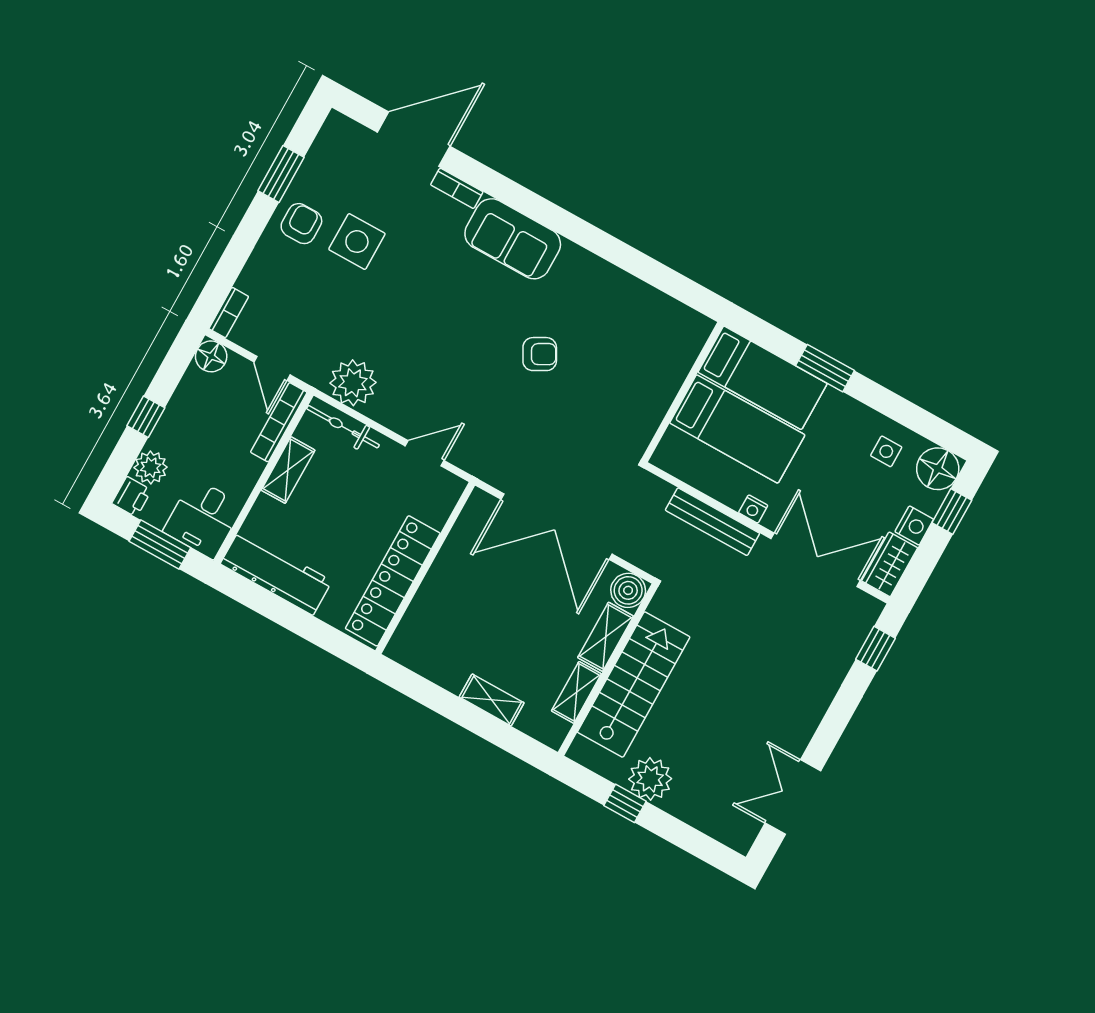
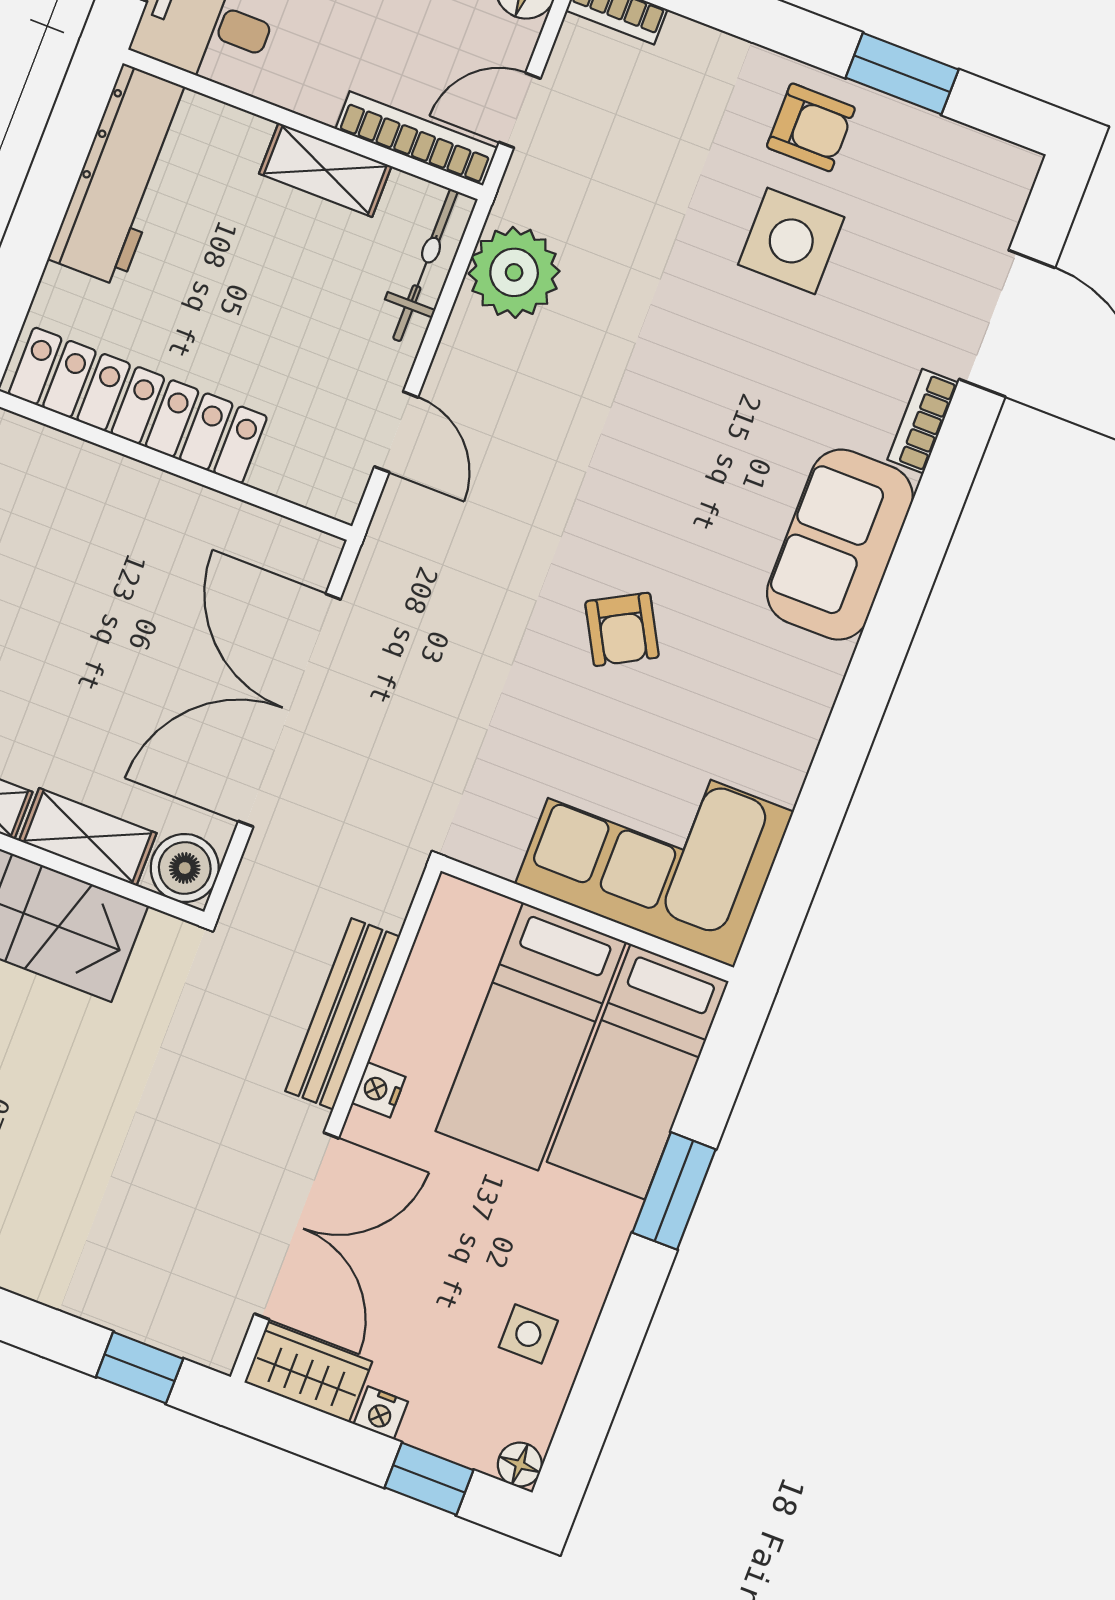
corner sofa: (651, 353) -> (654, 848), added
floor lamp: (938, 469) -> (520, 1465), width x0.53, depth x0.53
nightstand: (914, 525) -> (381, 1413), width x0.72, depth x0.74

